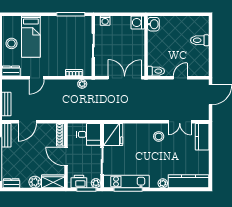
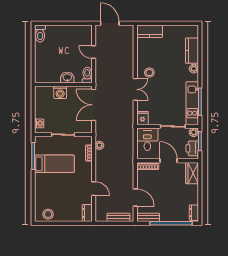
washing machine: (138, 22) -> (60, 92), moved
washbasin: (153, 24) -> (67, 78), moved
bed: (31, 37) -> (54, 164), moved
toilet: (200, 40) -> (40, 33), moved
stool: (11, 43) -> (48, 214), moved
double door: (180, 122) -> (135, 89), moved
fridge: (113, 135) -> (142, 118), width x0.53, depth x0.75
door: (66, 157) -> (169, 161), swing flipped
kitchen counter: (188, 181) -> (192, 51), width x0.67
plant: (35, 182) -> (193, 190), removed

